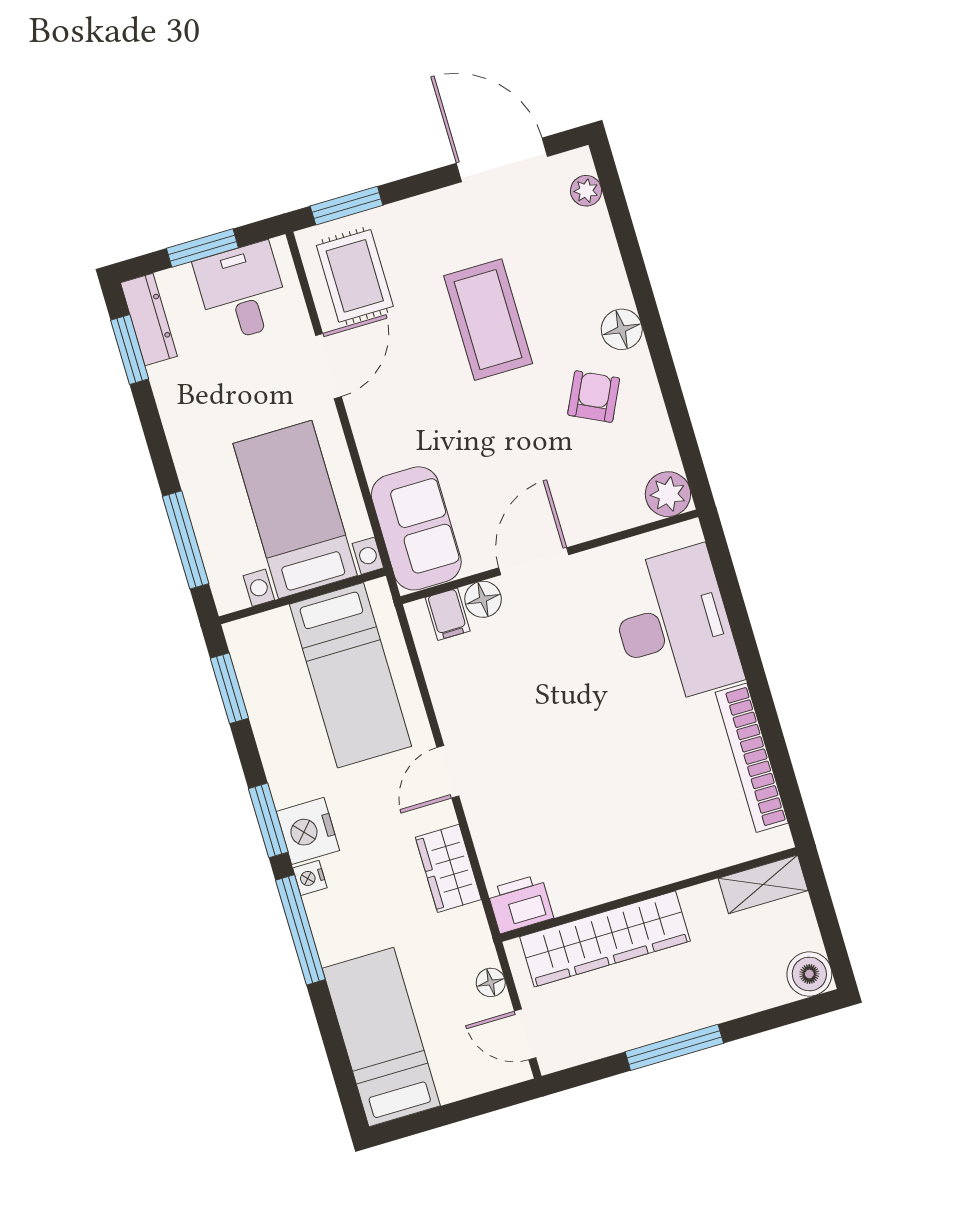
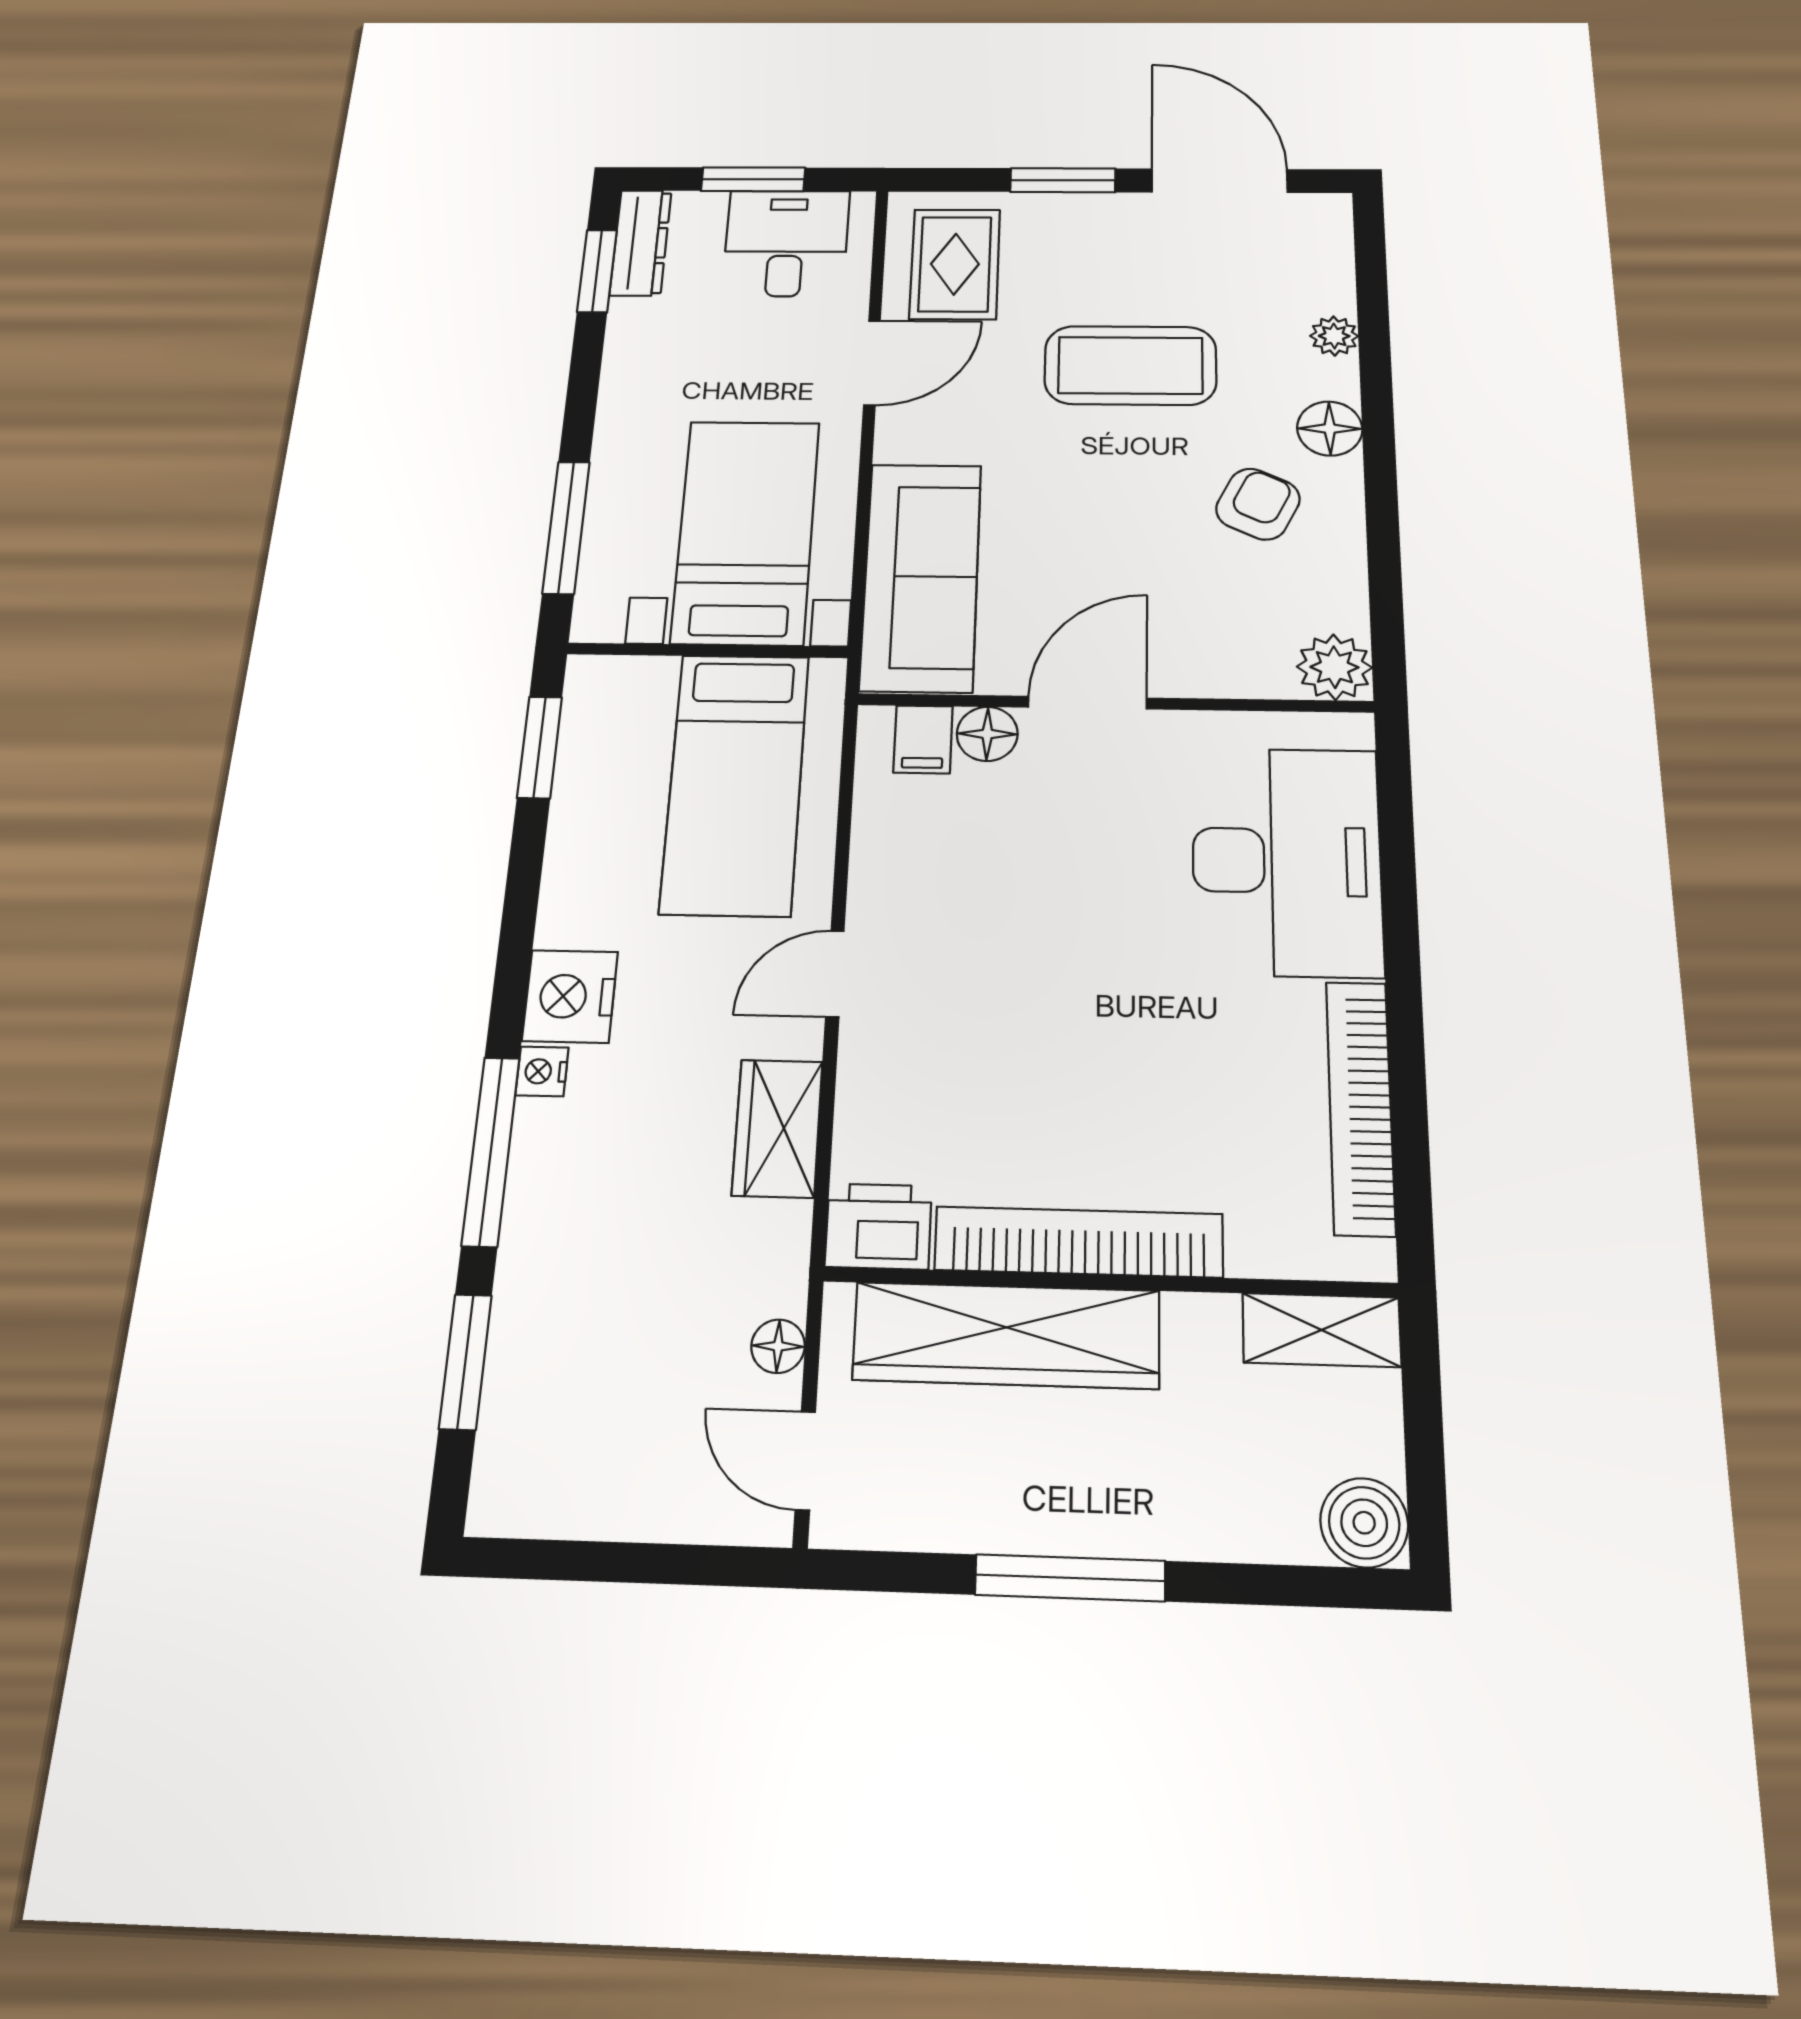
plant: (586, 191) -> (1334, 336), moved
window: (347, 206) -> (1063, 180), moved
coffee table: (488, 320) -> (1130, 365), turned 90
sofa: (416, 528) -> (921, 576), width x1.36
window: (268, 820) -> (465, 1362), moved
bookcase: (627, 878) -> (1079, 1242), added
bed: (381, 1037) -> (551, 1380), removed

